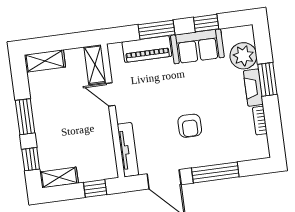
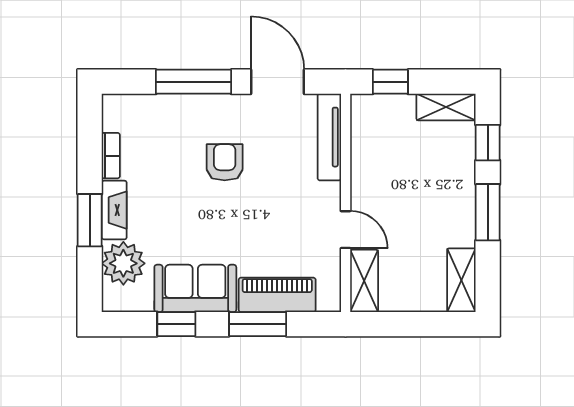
shelving: (45, 61) -> (461, 280), moved, turned 90

